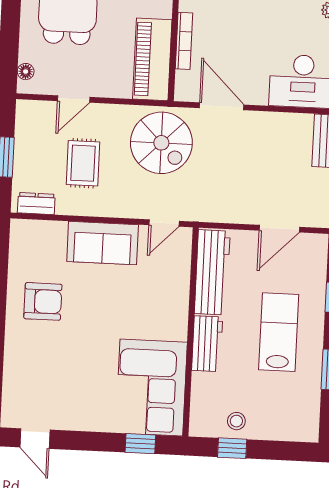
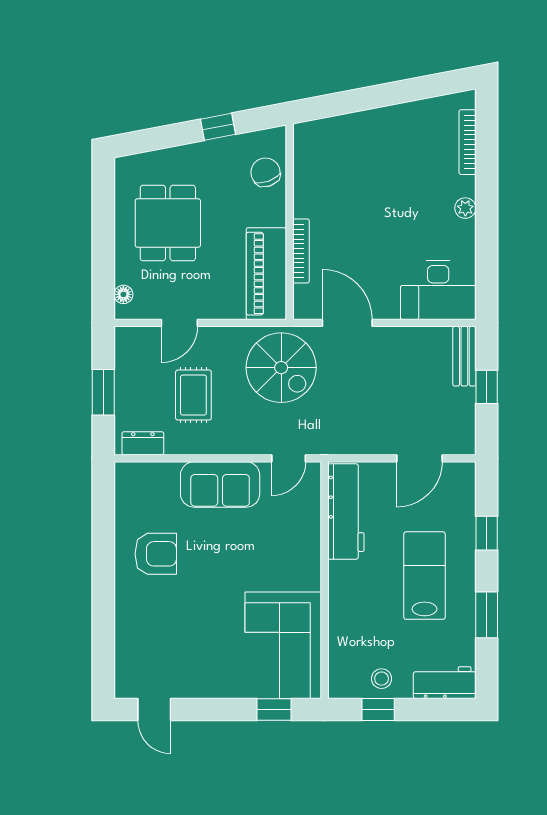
workbench: (207, 344) -> (445, 683), moved, turned -90

